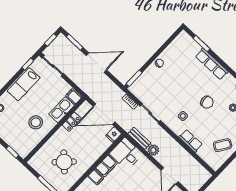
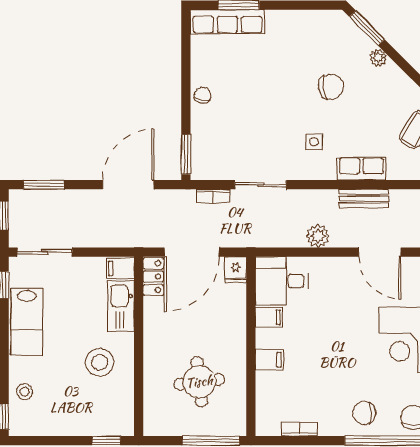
door: (96, 63) -> (128, 185), moved
row of seats: (212, 64) -> (227, 22), moved
locker: (72, 122) -> (153, 277), moved
bench: (139, 138) -> (364, 199), moved
round table: (64, 162) -> (199, 382), turned 38
filing cabinet: (106, 166) -> (269, 317), width x0.50

